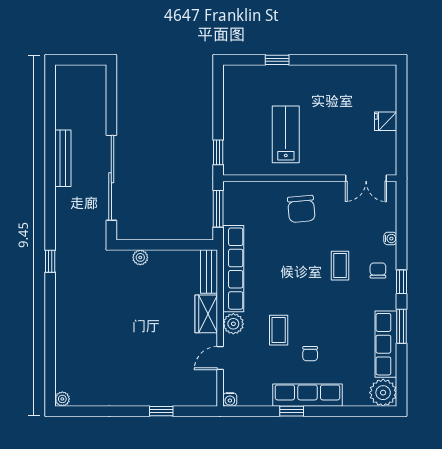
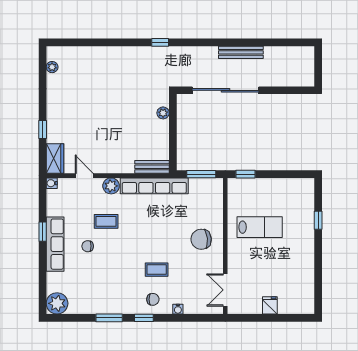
wardrobe: (206, 314) -> (55, 158), moved, turned 90
row of seats: (386, 344) -> (95, 306), removed
plant: (62, 399) -> (52, 67), moved

